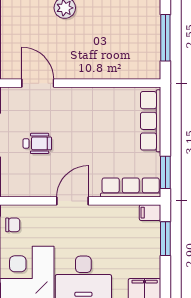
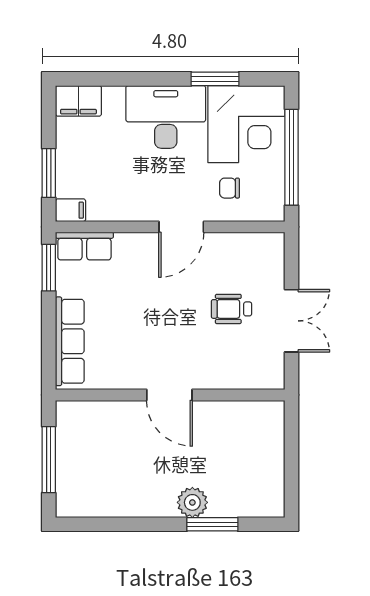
door: (38, 83) -> (169, 395), moved
row of seats: (131, 187) -> (84, 246), width x0.68
chair: (13, 225) -> (230, 188), moved

